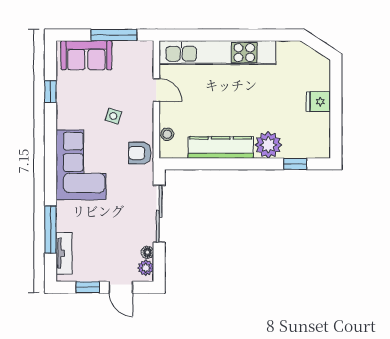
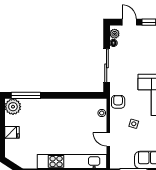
plant: (268, 145) -> (13, 107), moved
kitchen counter: (221, 147) -> (70, 105), removed
armchair: (140, 153) -> (118, 102), turned -90
window: (295, 164) -> (26, 95), width x2.17

